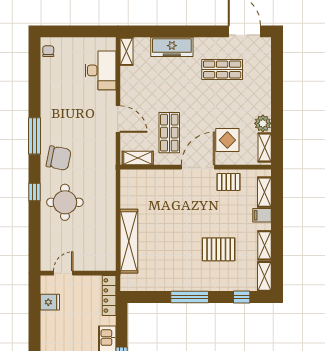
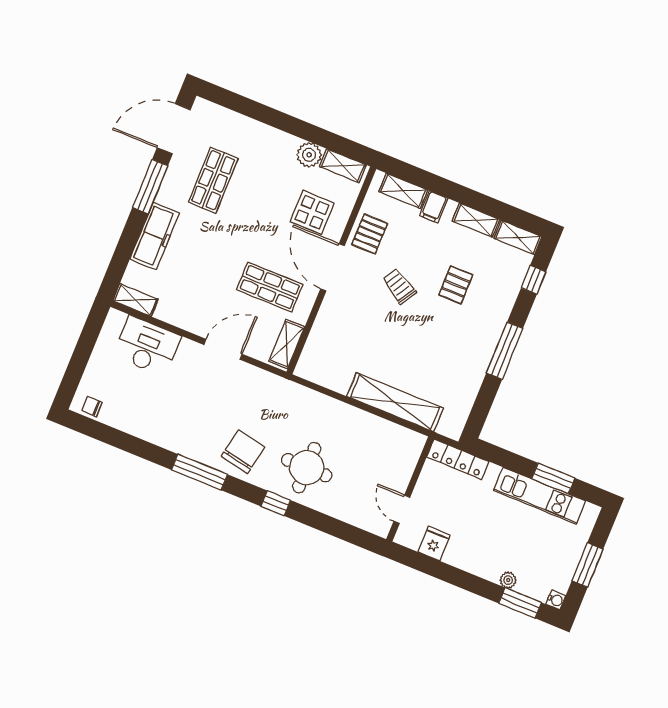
window: (202, 31) -> (150, 187), added
trolley: (203, 214) -> (399, 286), added
pallet: (219, 249) -> (456, 285), width x0.67, depth x0.71

